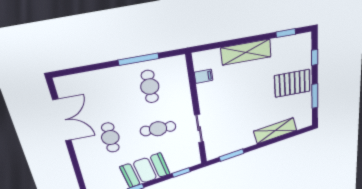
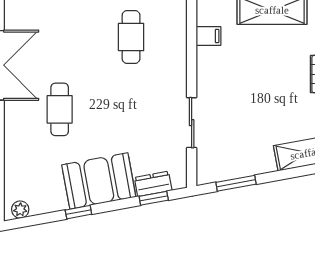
cafe table: (158, 129) -> (131, 109), removed
dresser: (180, 165) -> (153, 184), added

